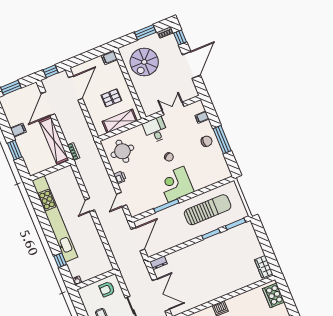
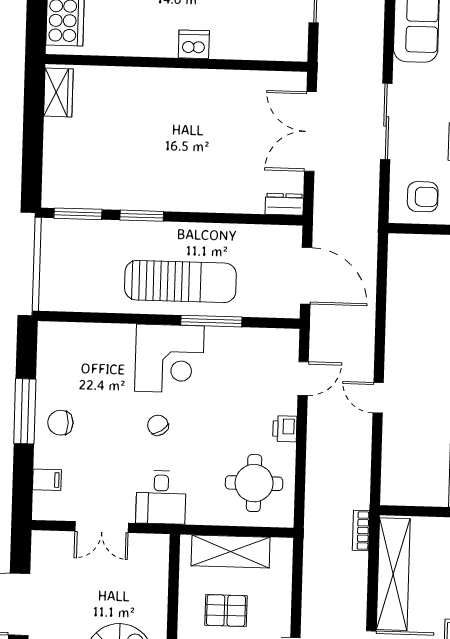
door: (90, 205) -> (378, 398), swing flipped
sun lounger: (208, 210) -> (180, 282), moved, turned 180
door: (138, 239) -> (306, 276), swing flipped

